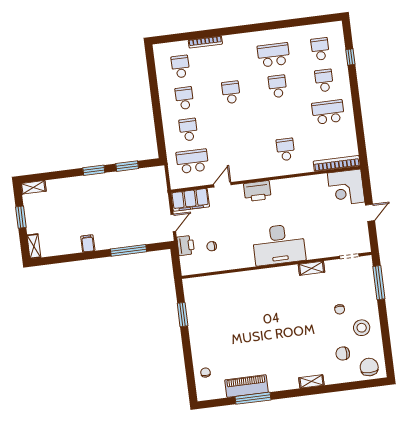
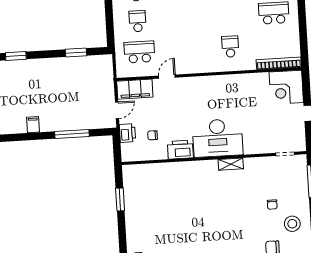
window: (94, 170) -> (16, 56), moved
printer: (257, 191) -> (180, 150), moved, turned 180
shelving: (312, 268) -> (231, 164), moved

